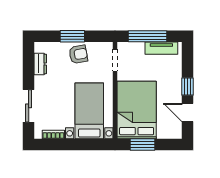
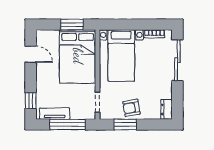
window: (72, 36) -> (125, 125), moved
dresser: (40, 64) -> (167, 109), moved
window: (187, 86) -> (31, 101), moved
sliding door: (29, 106) -> (177, 60), width x1.37

